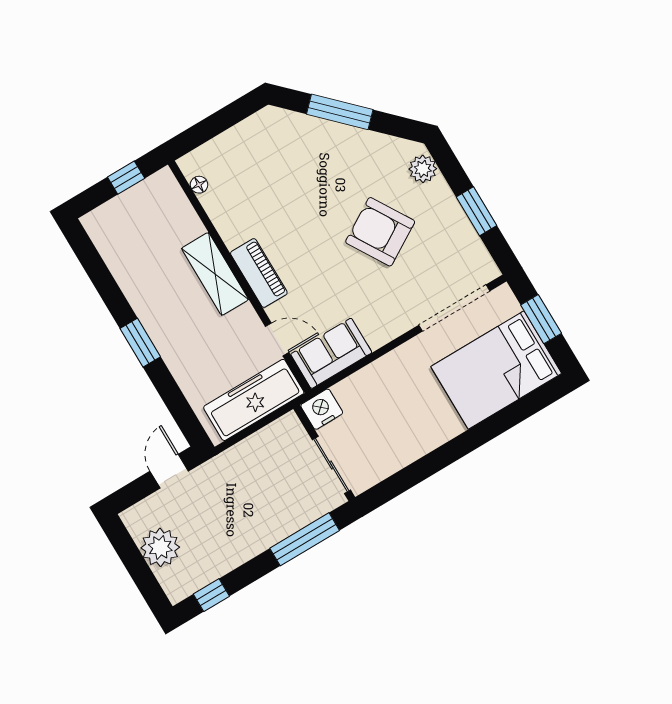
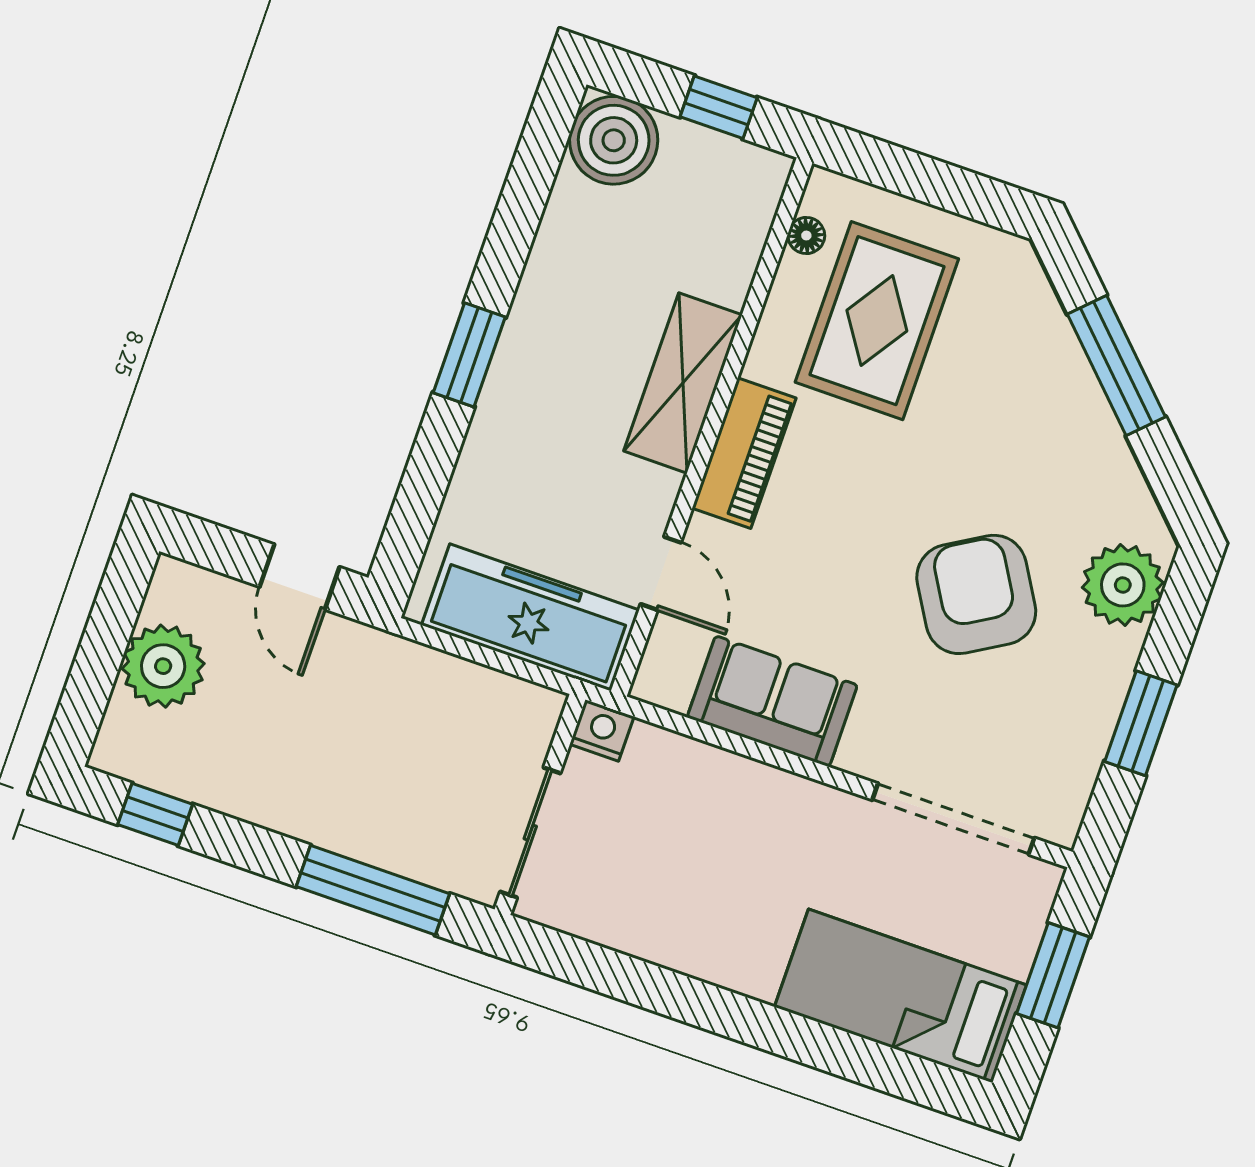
plant: (423, 169) -> (1123, 585), width x1.36, depth x1.36
rug: (251, 185) -> (877, 321), added
boiler: (106, 226) -> (614, 140), added
sofa: (331, 353) -> (772, 701), moved
bed: (496, 370) -> (901, 996), width x0.67
nightstand: (322, 409) -> (602, 730), width x0.74, depth x0.75
door: (169, 471) -> (300, 577), swing flipped

